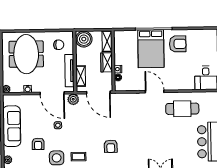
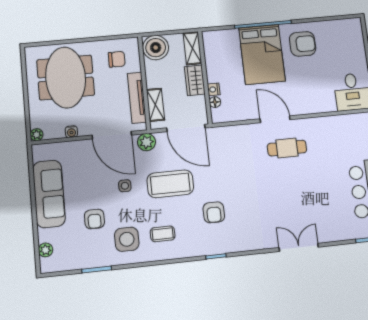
cafe table: (182, 109) -> (287, 148), moved, width x0.73, depth x0.74
coffee table: (86, 126) -> (170, 184), added

